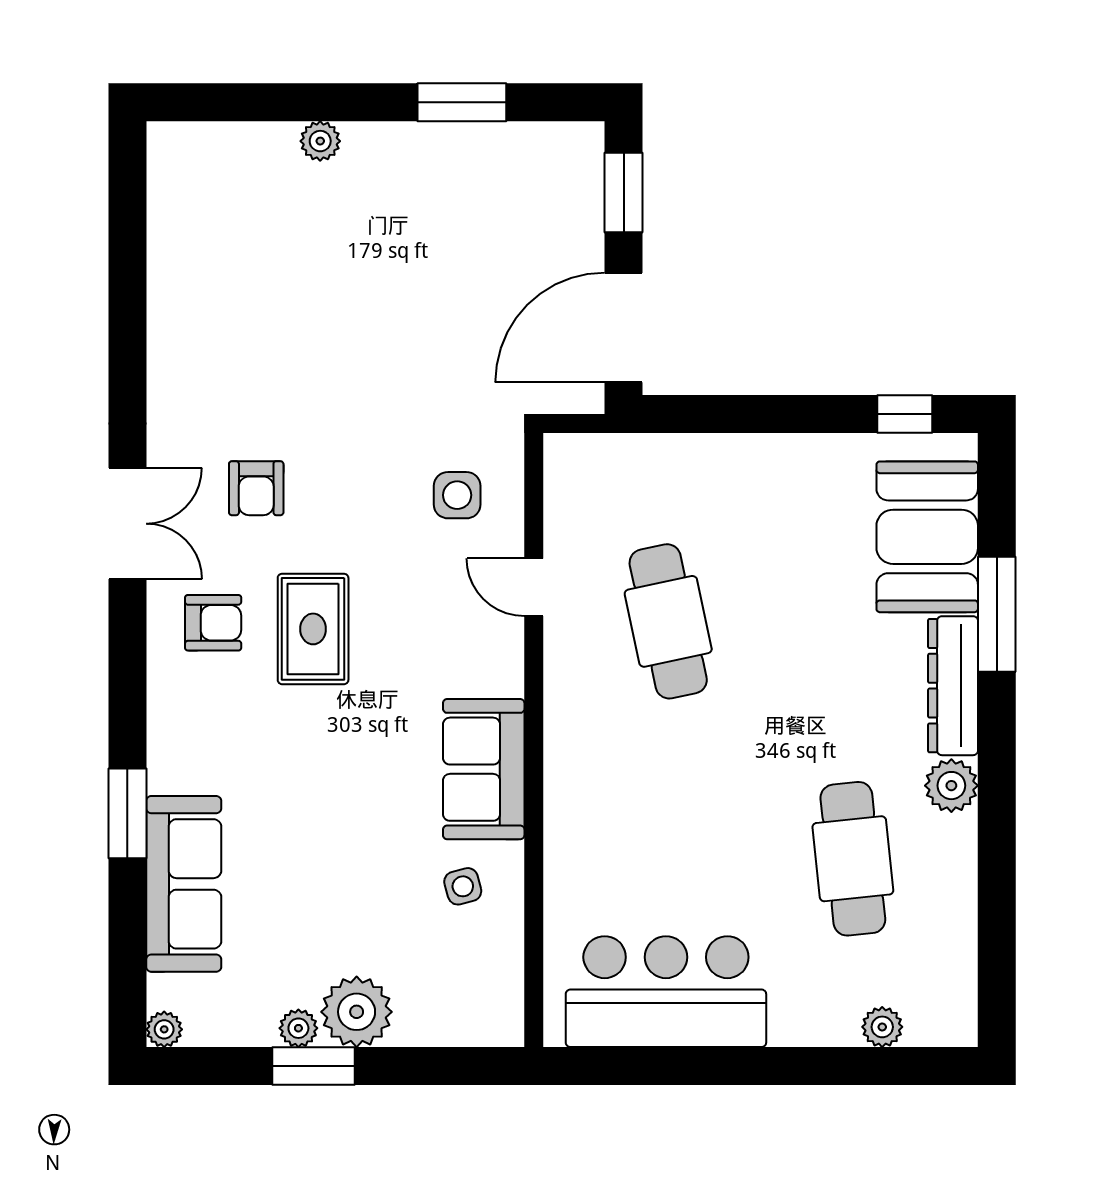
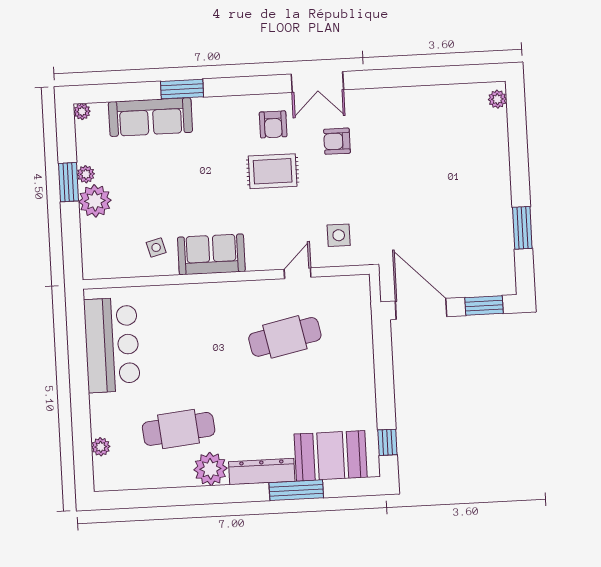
plant: (320, 141) -> (497, 99), moved
plant: (951, 786) -> (210, 469), width x1.36, depth x1.36

